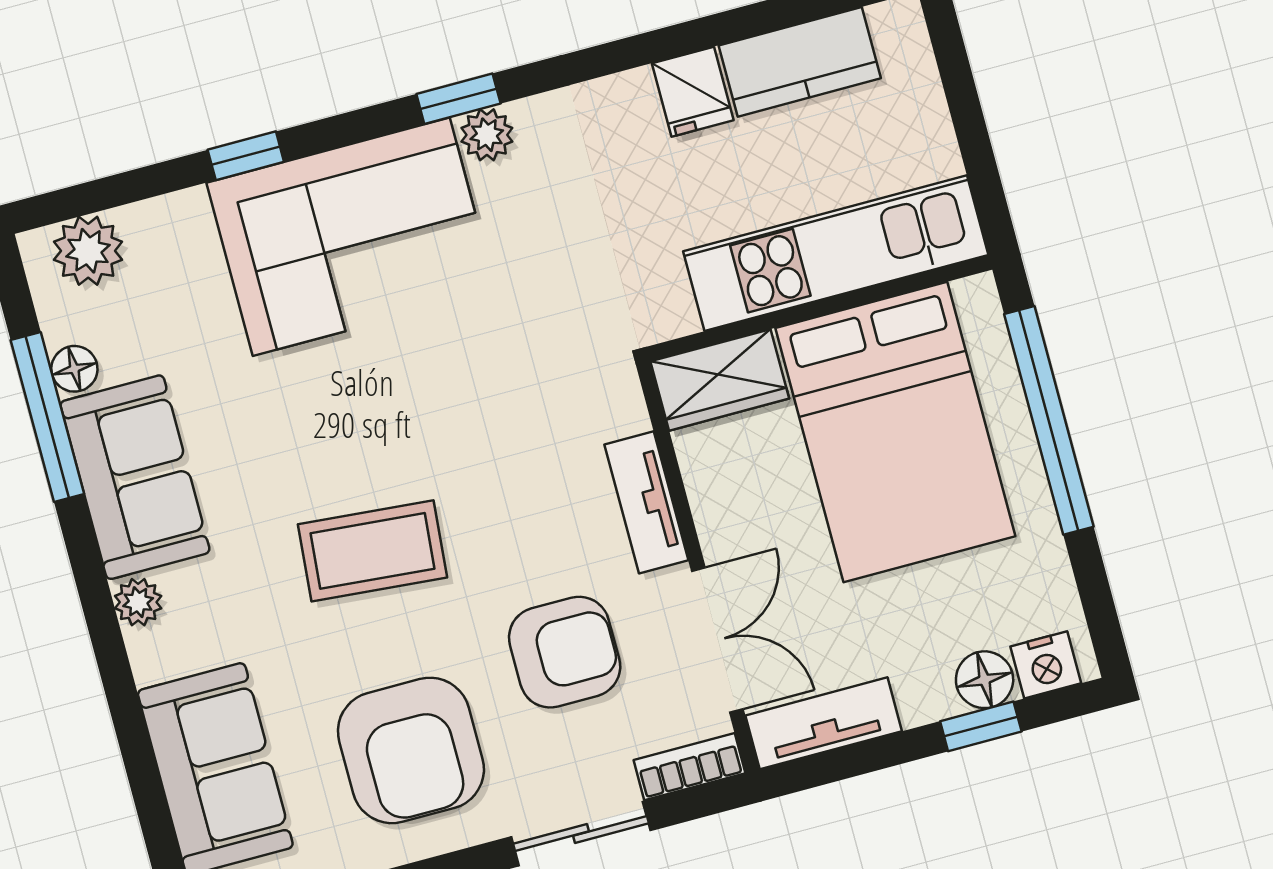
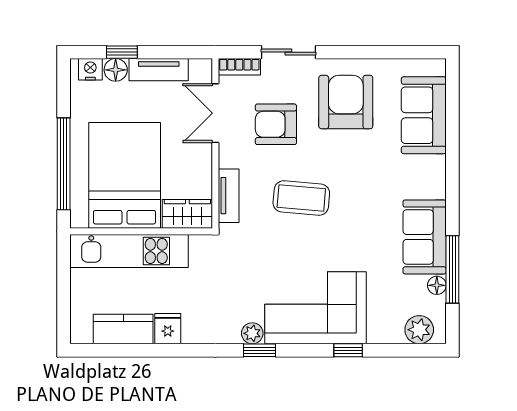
tv unit: (646, 502) -> (229, 196), moved
coffee table: (373, 551) -> (301, 198), moved
plant: (138, 602) -> (436, 188), removed
tv unit: (824, 723) -> (159, 70), moved

